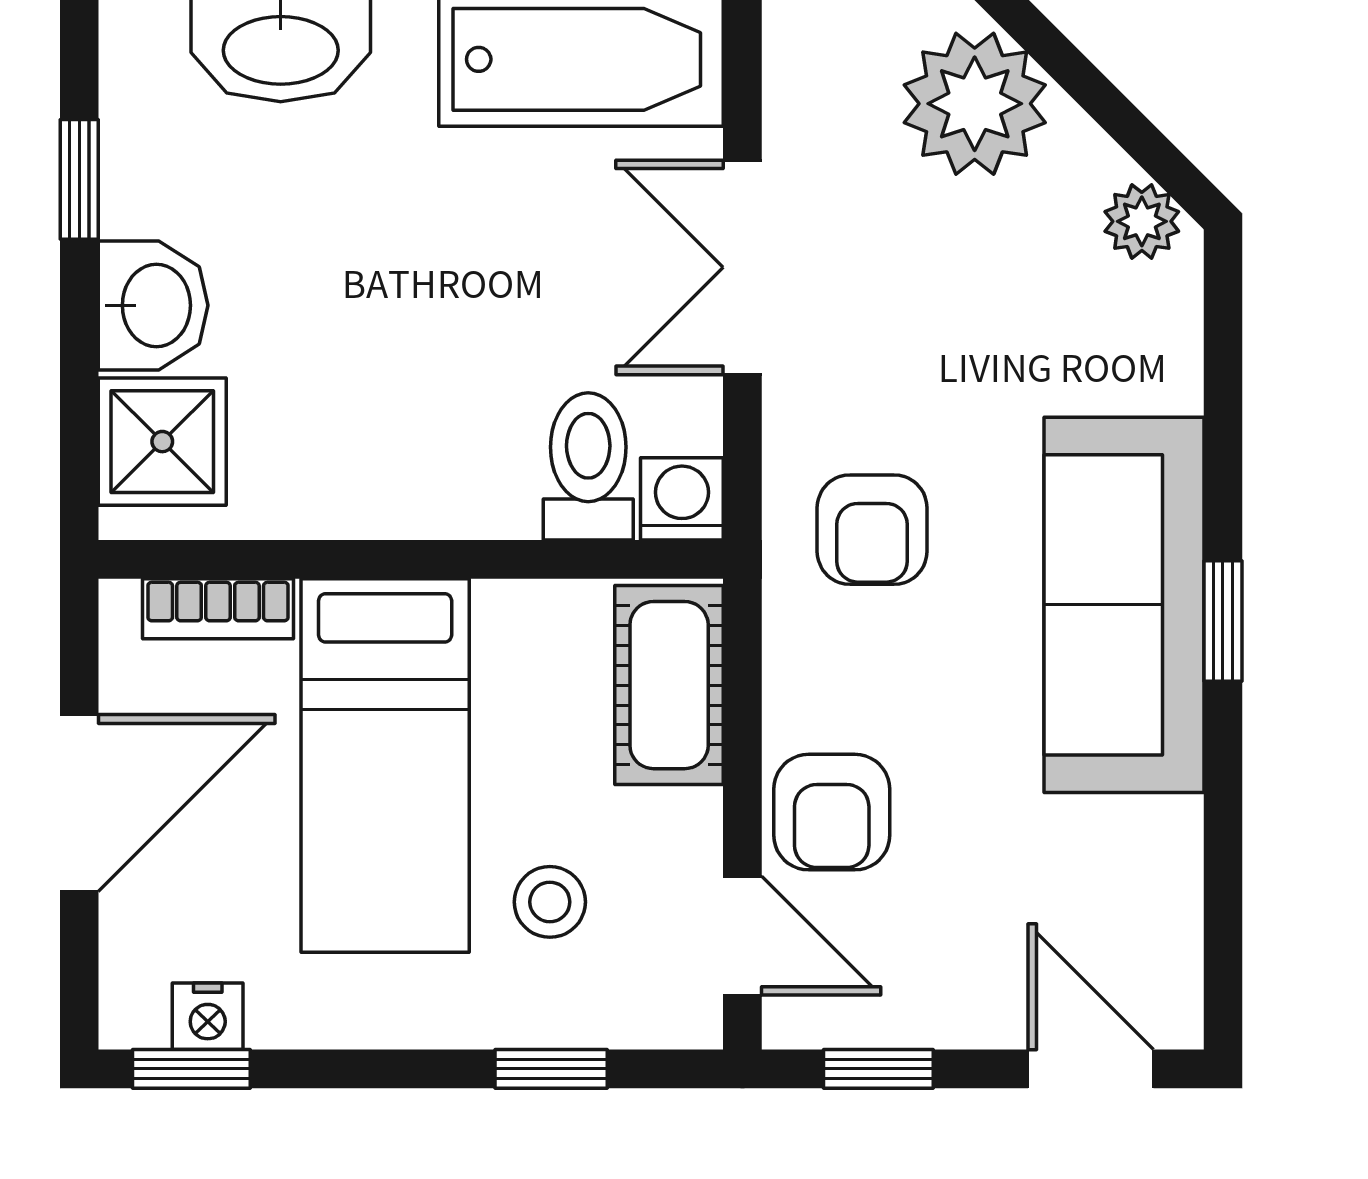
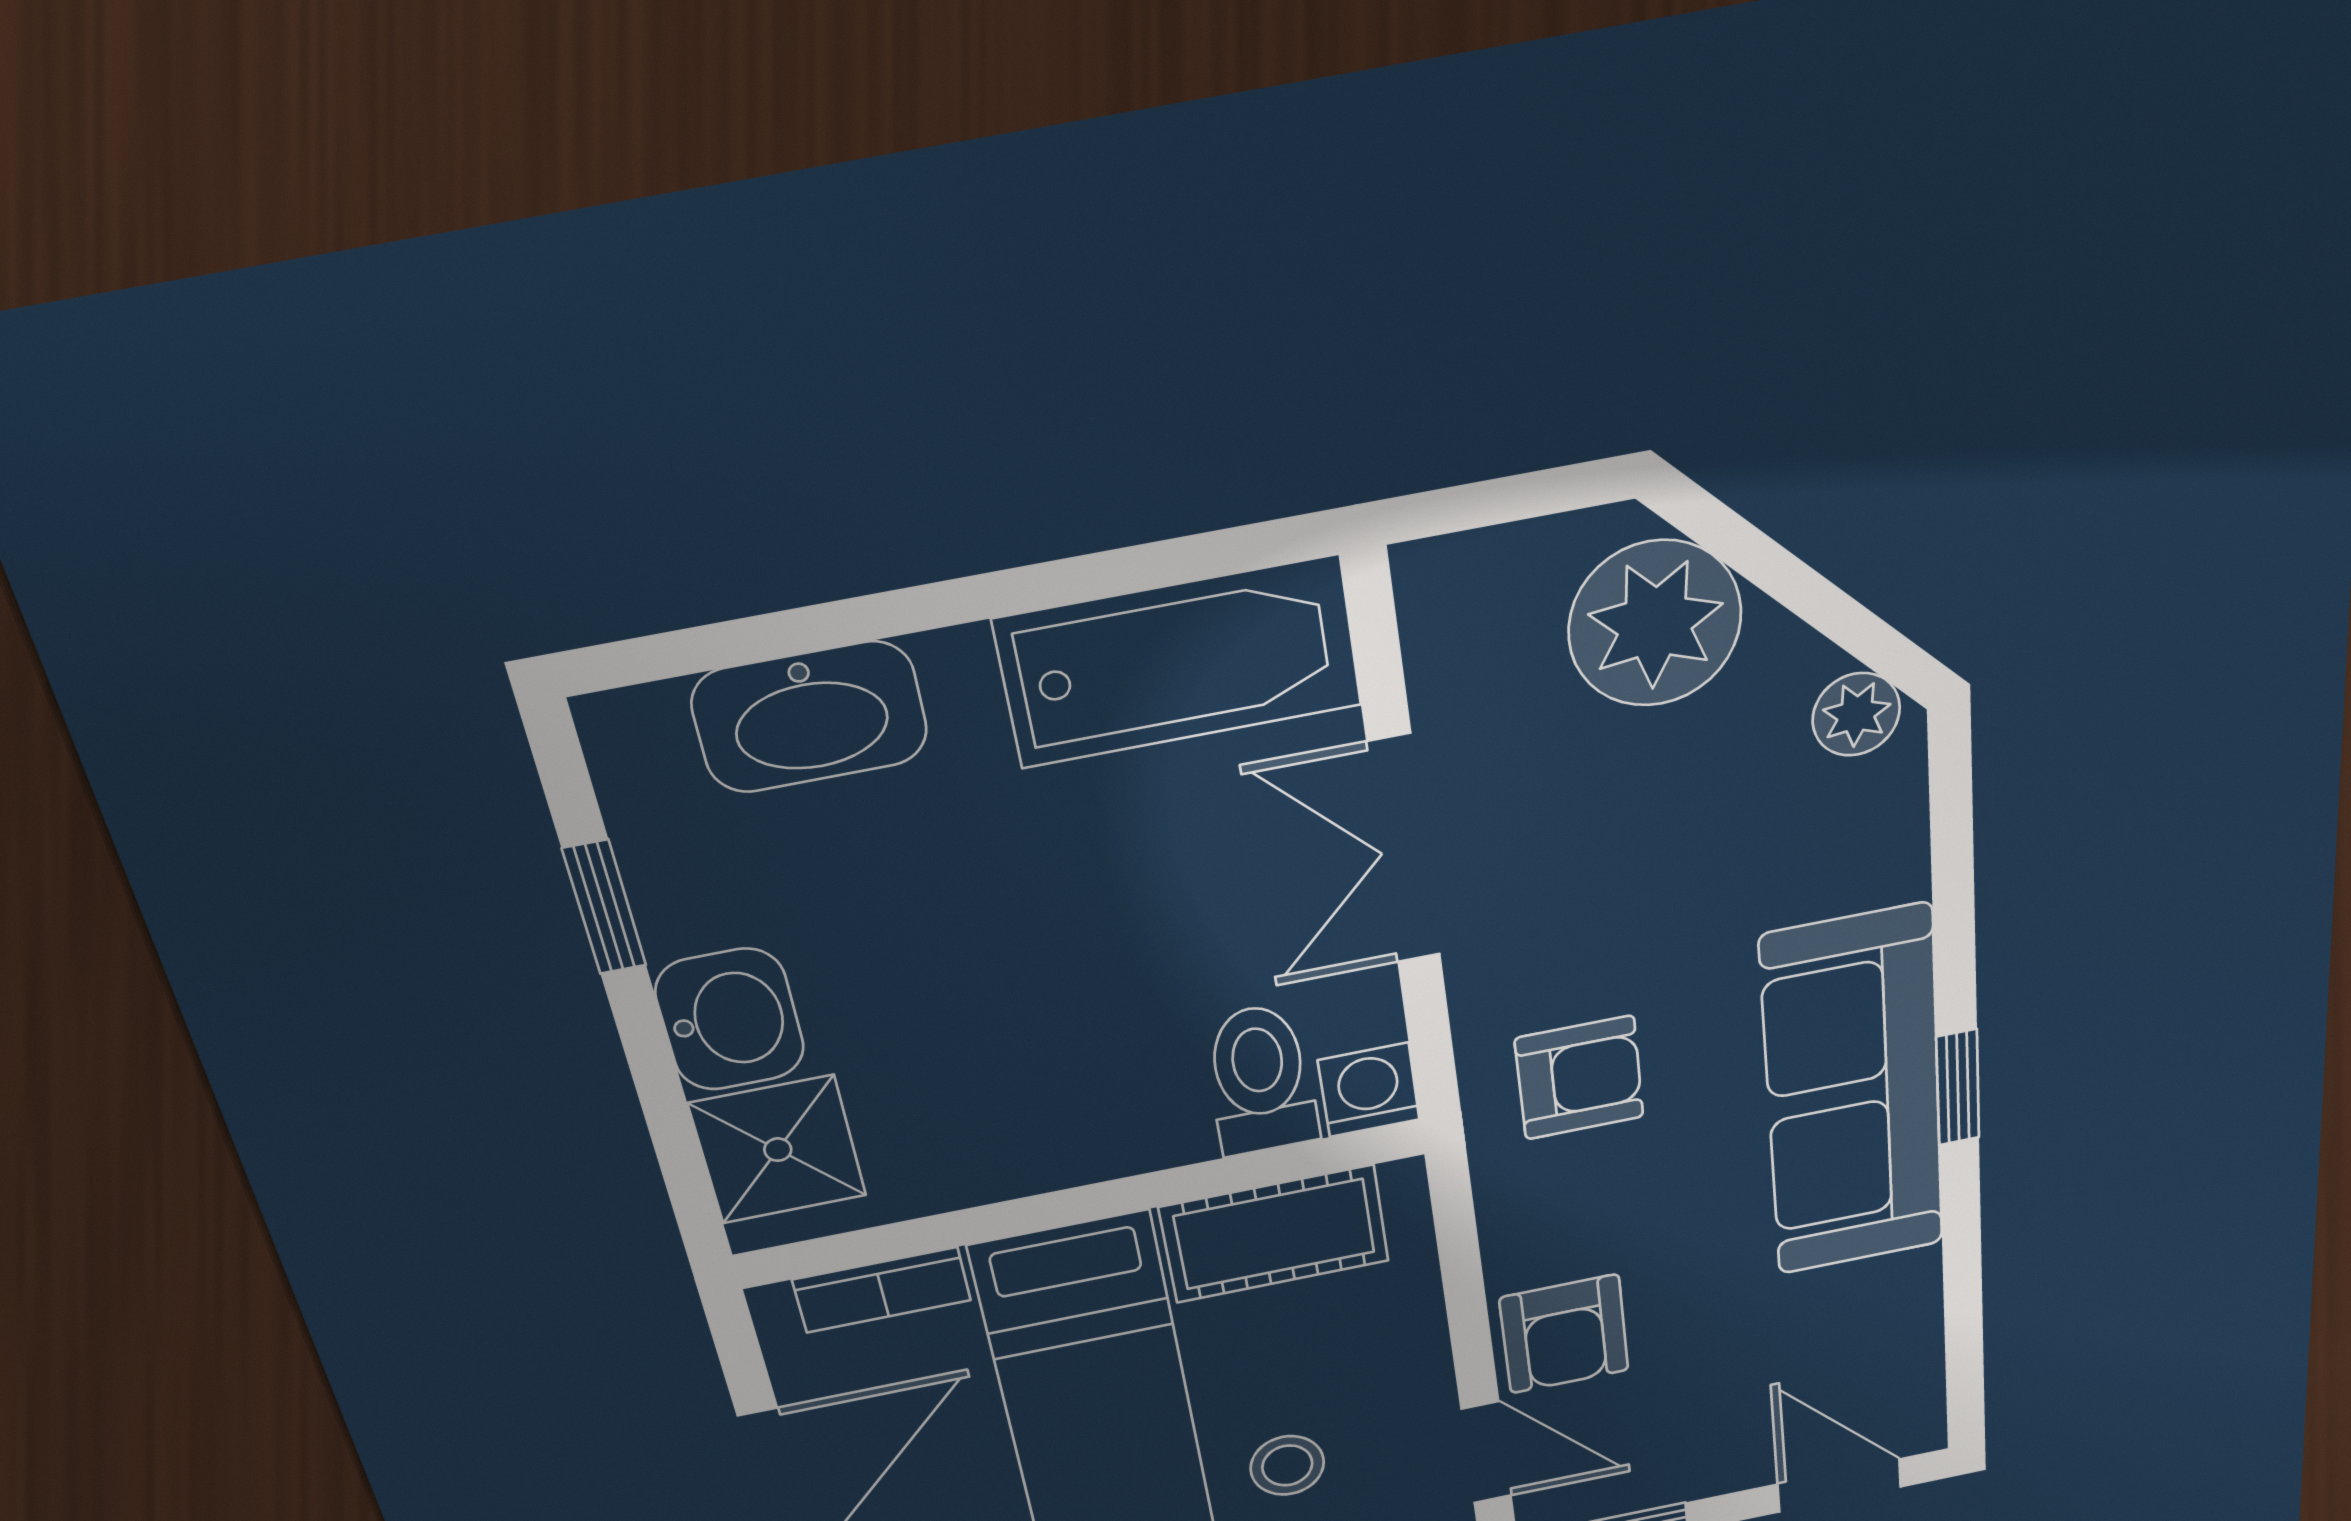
armchair: (872, 530) -> (1579, 1078), turned -90
cot: (669, 685) -> (1274, 1234), moved, turned 90

